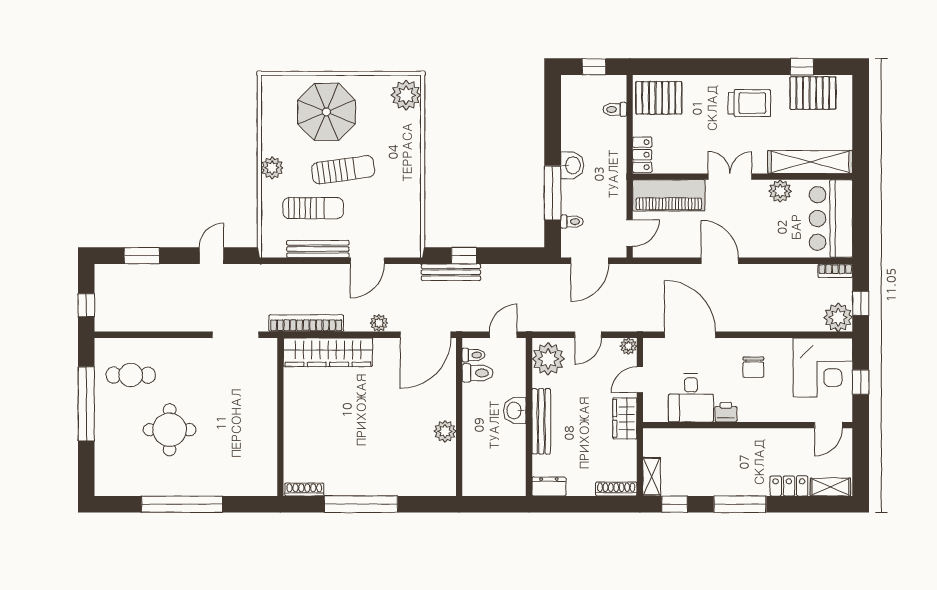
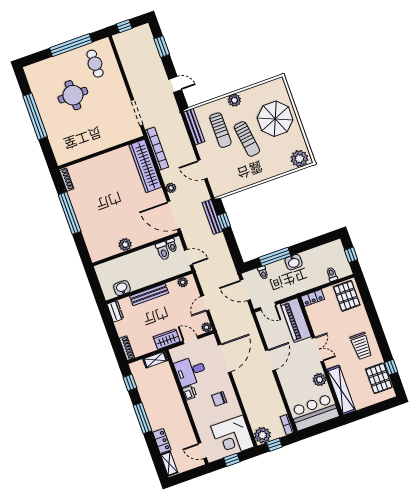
bench: (318, 249) -> (194, 127), moved
door: (588, 335) -> (205, 303), hinge flipped
plant: (548, 359) -> (183, 282), width x0.53, depth x0.53
washbasin: (515, 411) -> (122, 288), moved
shelving: (652, 477) -> (155, 360), moved

